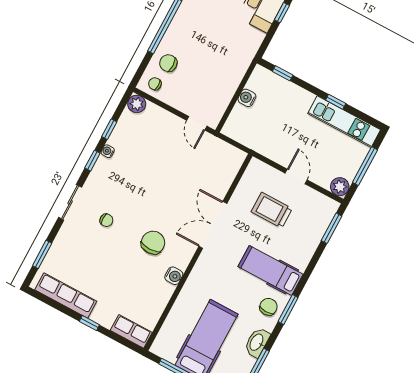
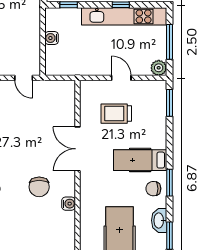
kitchen unit: (344, 122) -> (124, 16), width x1.36
chair: (153, 243) -> (39, 187), turned 180
chair: (268, 307) -> (153, 189), turned -90

